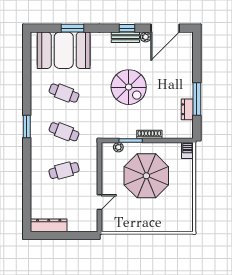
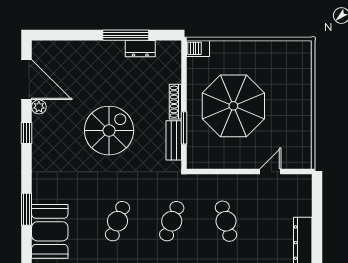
bench: (125, 37) -> (174, 140), moved
booth: (64, 50) -> (50, 231), width x0.73, depth x0.70
plant: (118, 147) -> (193, 145), removed
door: (99, 202) -> (270, 172), hinge flipped

